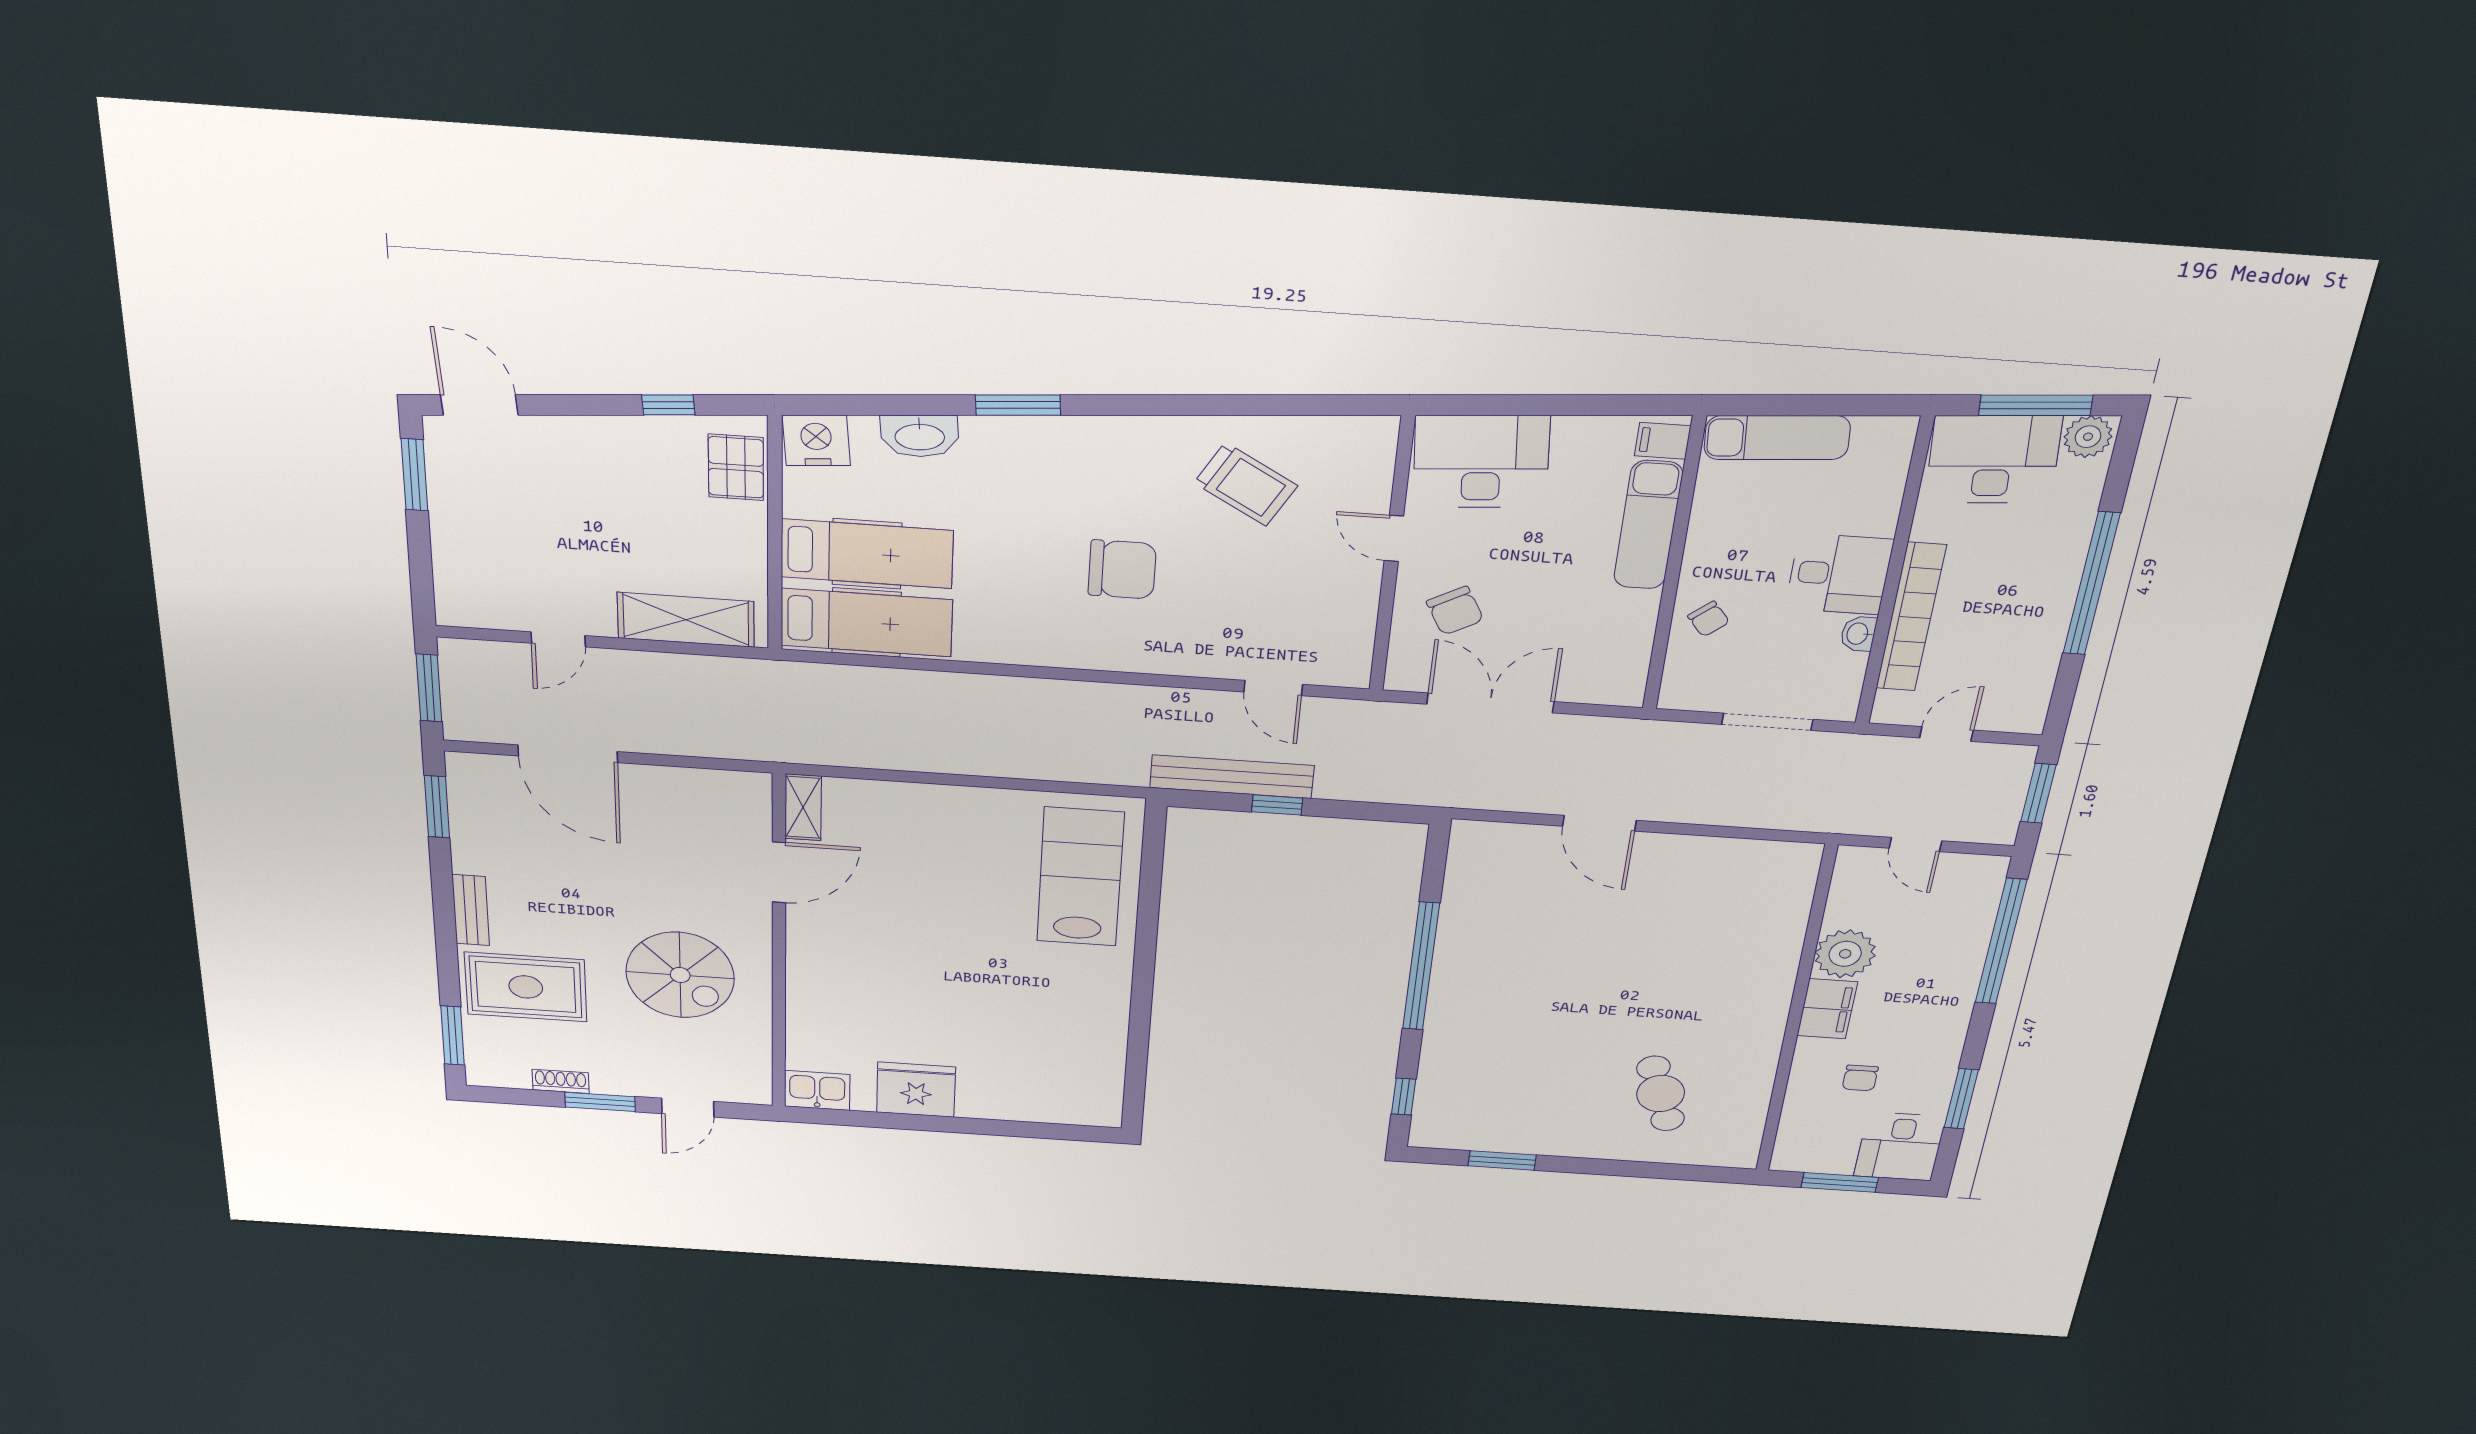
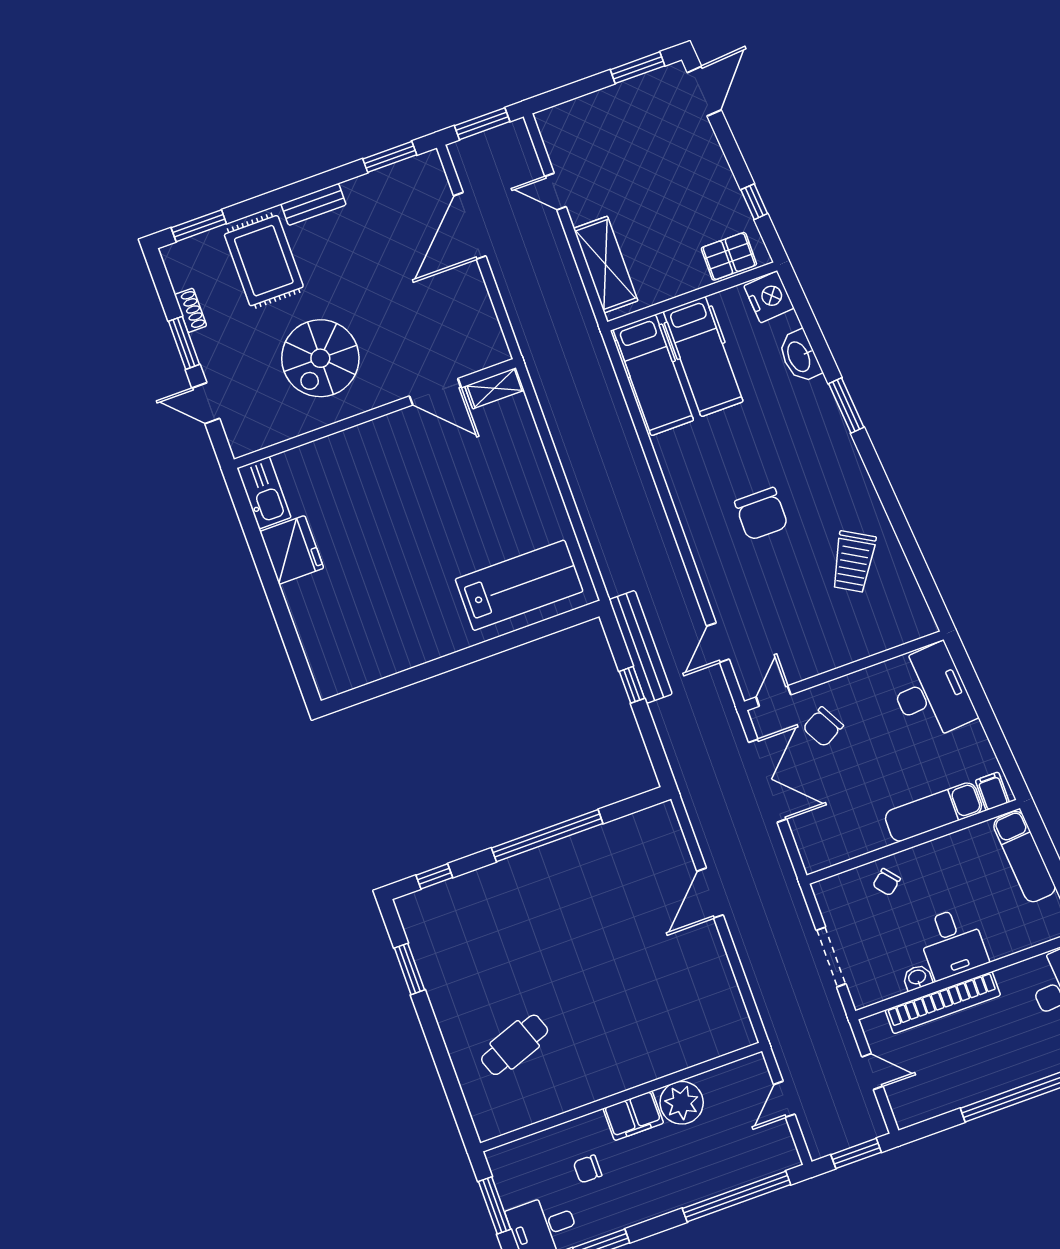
door: (1394, 538) -> (773, 696), moved
kitchen sink: (817, 1090) -> (264, 493), width x1.38

